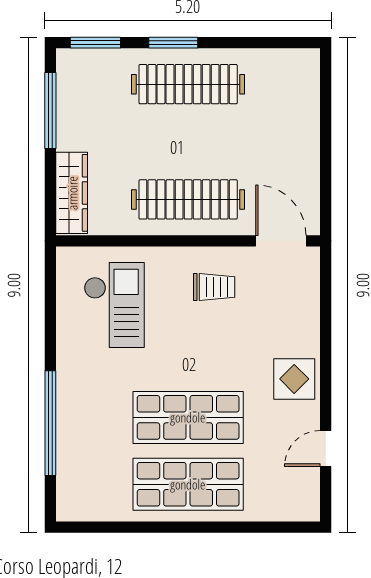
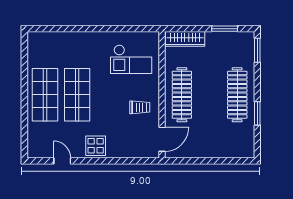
window: (173, 43) -> (257, 113), moved
window: (50, 110) -> (225, 29), width x0.69
trolley: (214, 287) -> (140, 107), turned -90
window: (50, 423) -> (74, 29), removed

